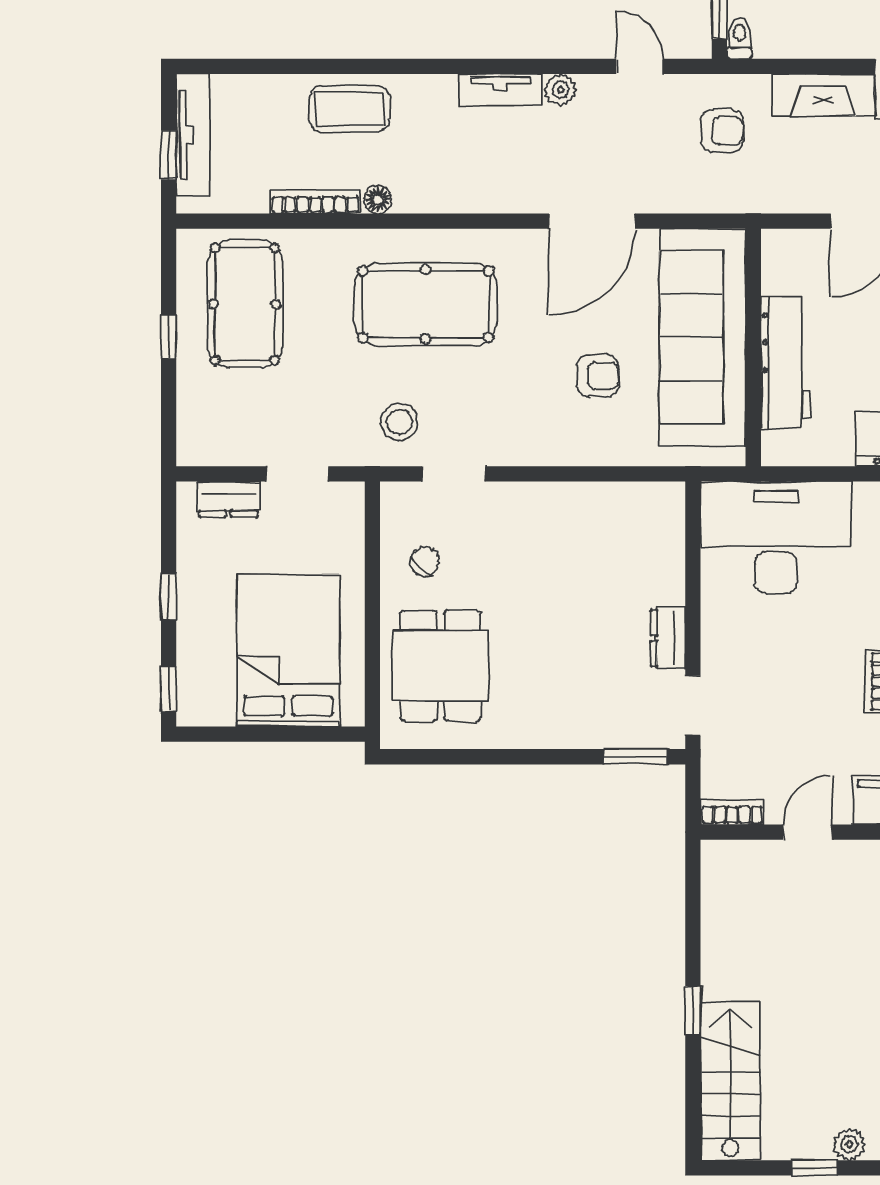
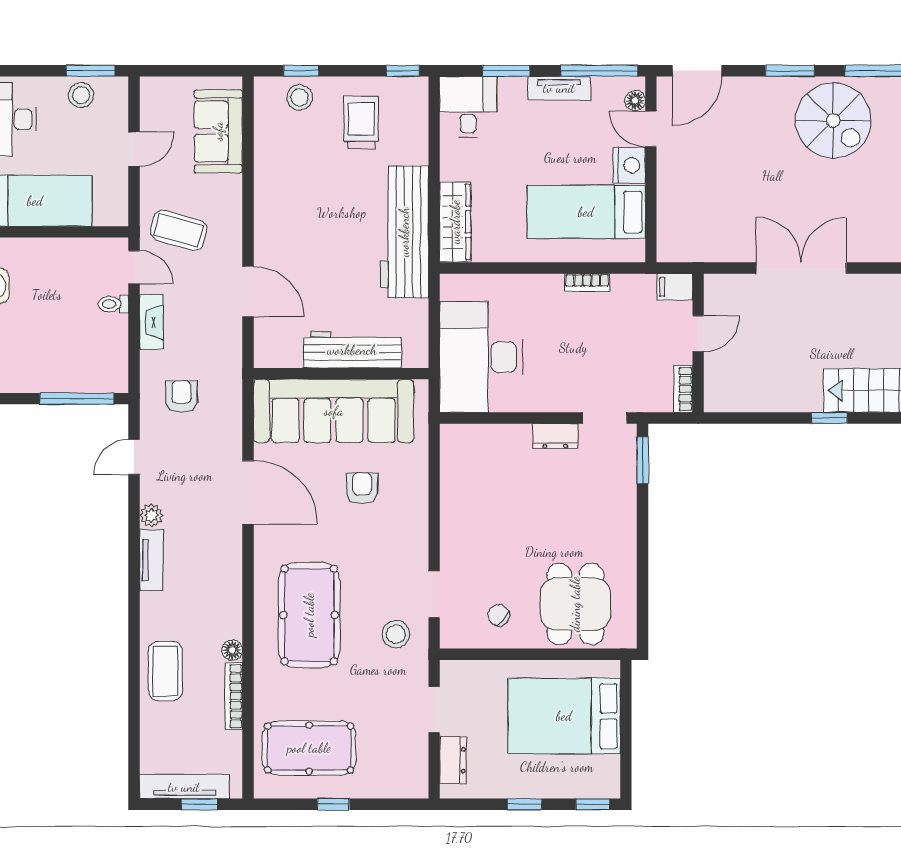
toilet: (740, 38) -> (113, 304), moved
fireplace: (823, 95) -> (151, 322), width x0.73, depth x0.76
dining table: (440, 666) -> (575, 604), turned 90
door: (807, 832) -> (698, 334), swing flipped

